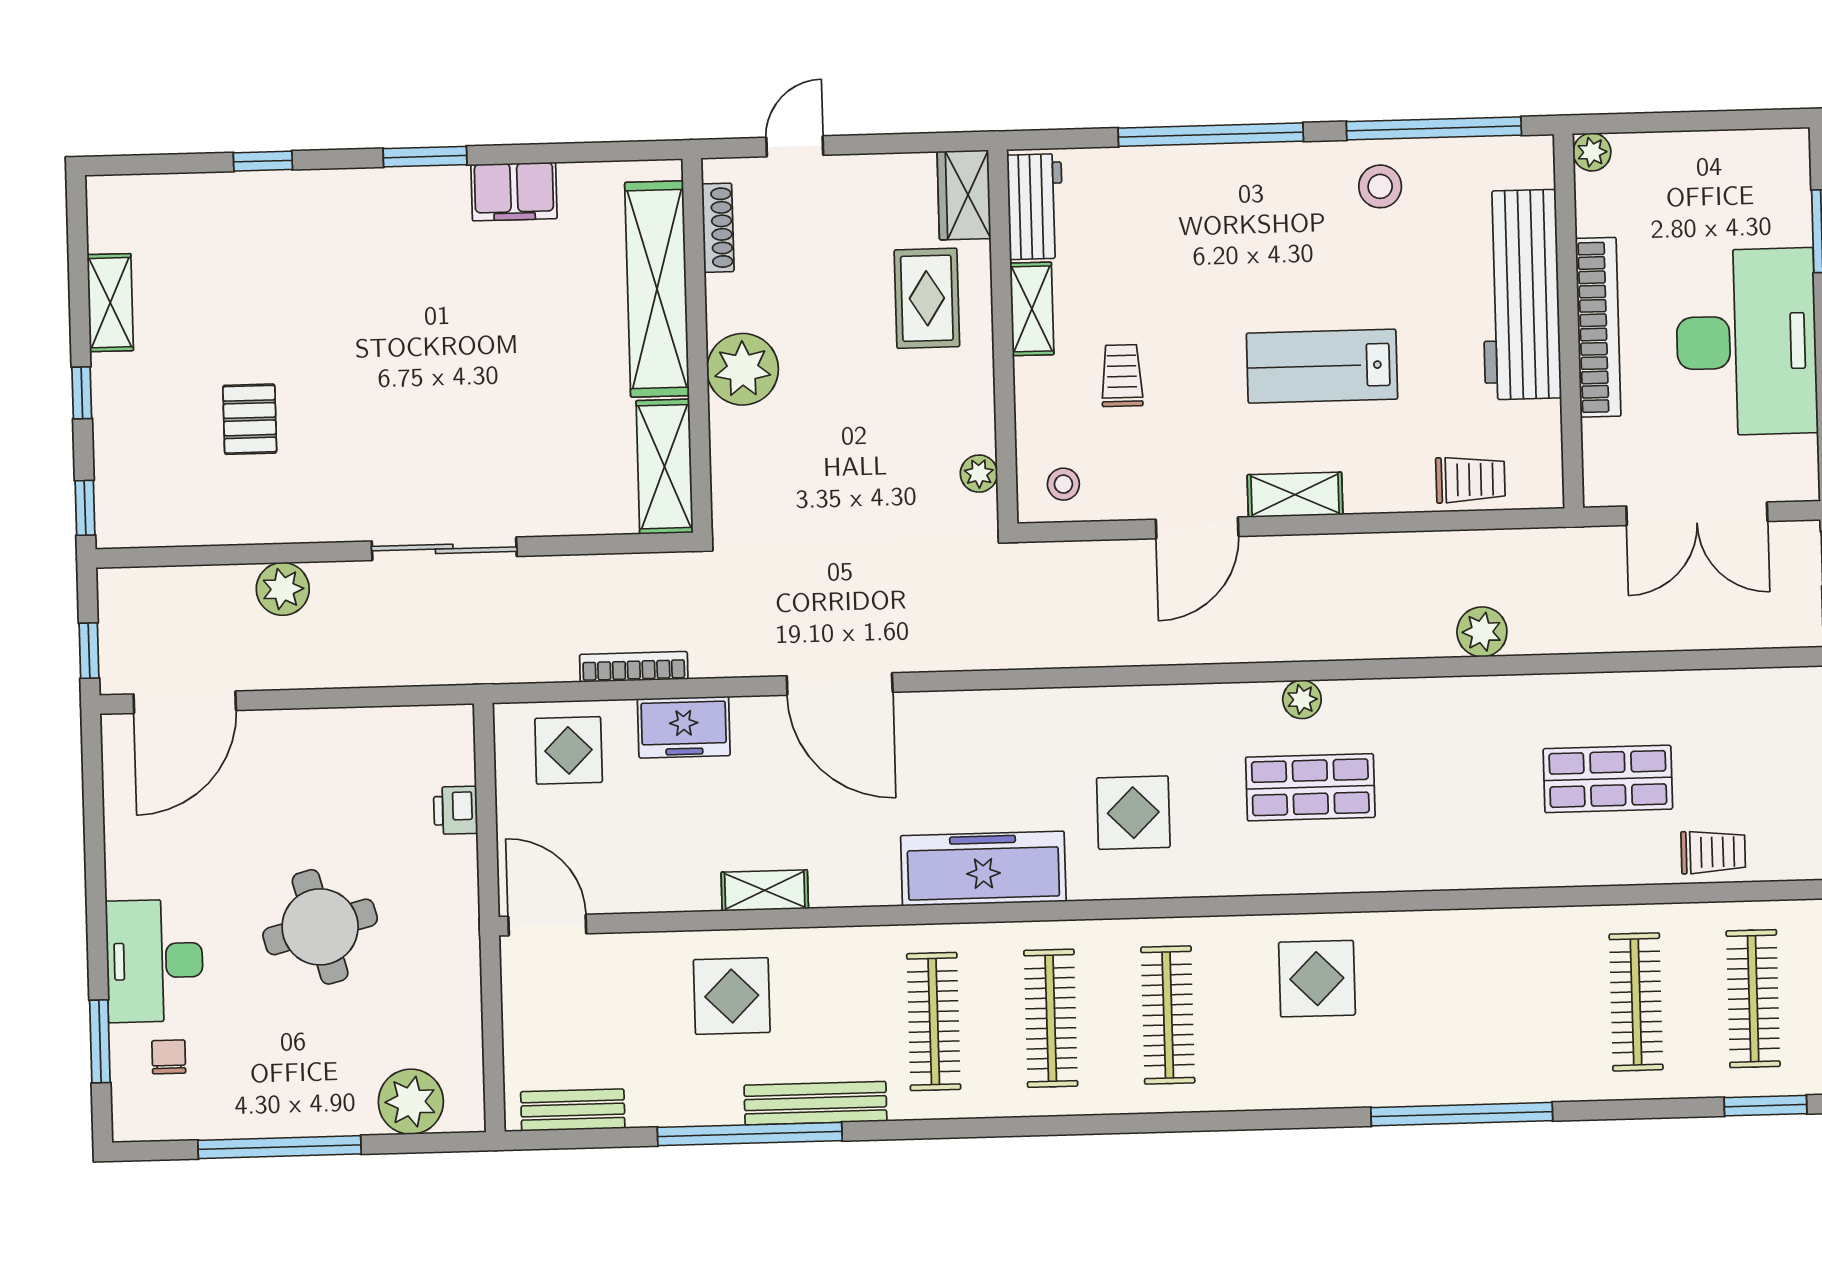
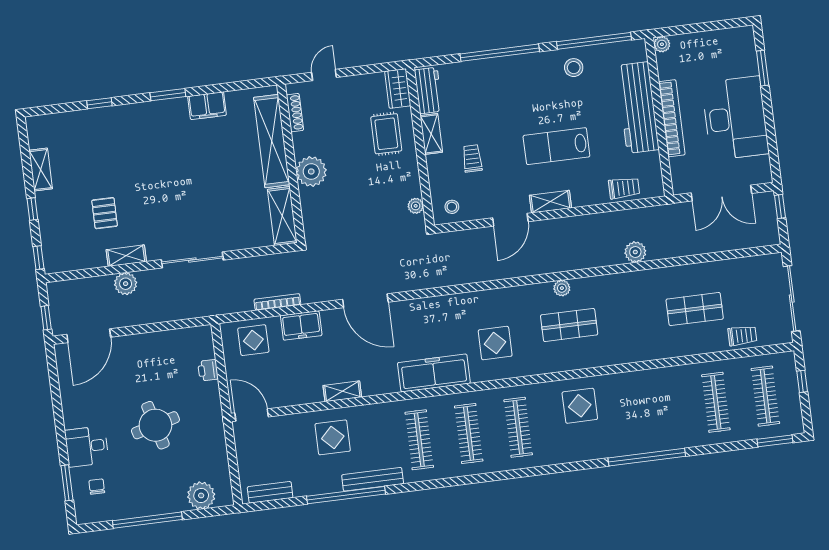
shelving: (291, 524) -> (126, 256), added
desk: (155, 961) -> (87, 446), width x0.73

